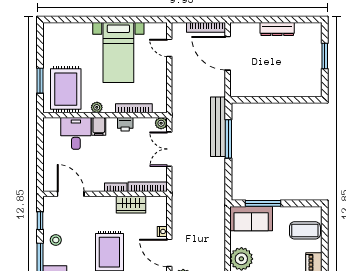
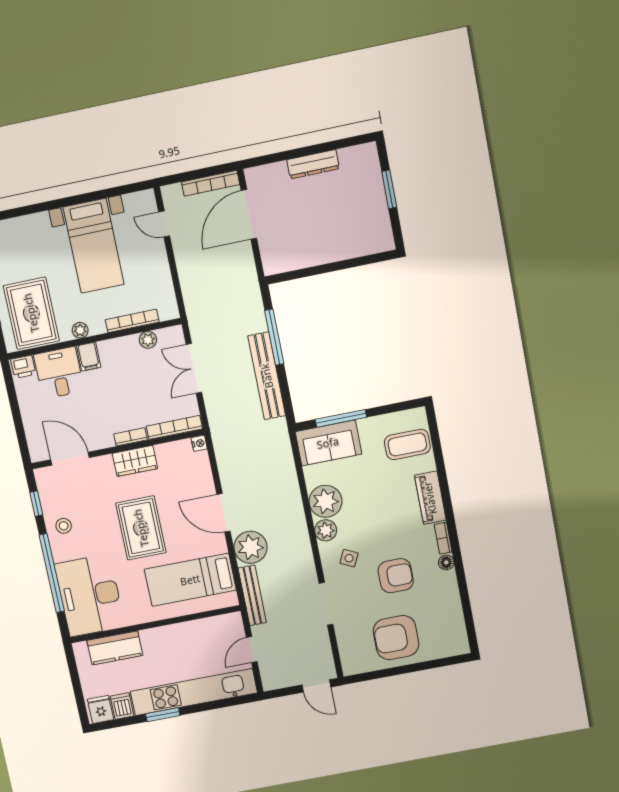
door: (228, 53) -> (249, 214), hinge flipped
plant: (161, 123) -> (148, 340), moved
printer: (125, 124) -> (23, 367), moved
bench: (218, 127) -> (267, 376), moved
wardrobe: (131, 205) -> (135, 461), moved
nightstand: (162, 231) -> (199, 443), moved

